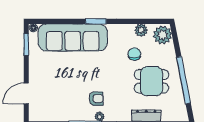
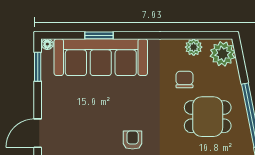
window: (96, 21) -> (99, 35), moved
armchair: (96, 99) -> (133, 140), turned -90

